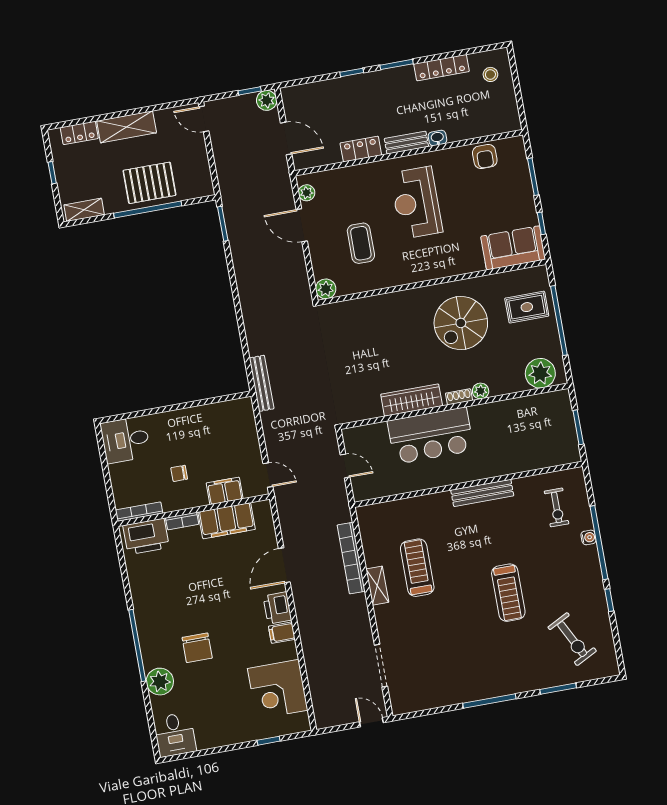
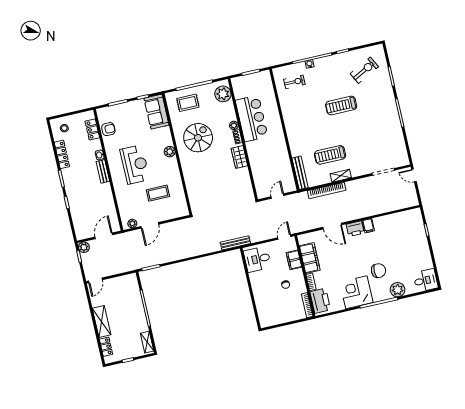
locker: (361, 149) -> (92, 129), moved
pallet: (149, 183) -> (131, 308), removed
reception desk: (416, 203) -> (135, 165), turned -90
plant: (326, 289) -> (170, 152), moved
rug: (527, 307) -> (188, 103), turned 90
spiral stairs: (461, 323) -> (198, 138), turned -90
wardrobe: (412, 400) -> (239, 157), width x0.67
bar counter: (430, 436) -> (252, 118), moved
desk: (125, 440) -> (257, 259), moved, turned 90
bench: (482, 493) -> (300, 173), moved
treadmill: (508, 593) -> (341, 105), turned 180
corner desk: (278, 689) -> (356, 292), moved, turned 180
door: (371, 722) -> (414, 175), hinge flipped

